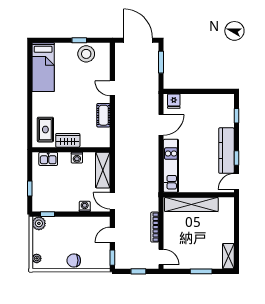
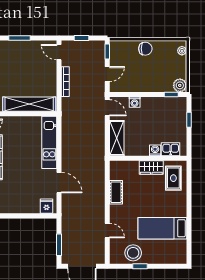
bed: (43, 67) -> (162, 228), moved, turned -90
door: (112, 88) -> (107, 230), moved
door: (161, 125) -> (59, 183), swing flipped
washing machine: (77, 158) -> (155, 150), moved

